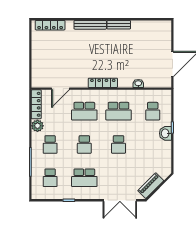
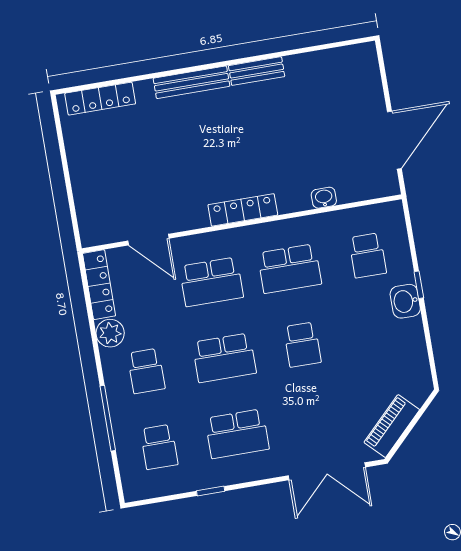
door: (61, 89) -> (148, 240), hinge flipped
school desk: (84, 144) -> (224, 358), width x1.85

